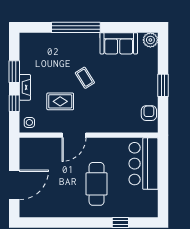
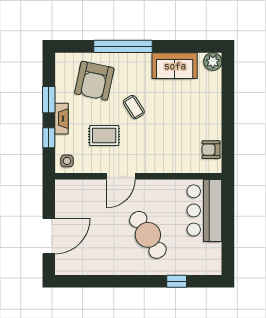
armchair: (52, 56) -> (94, 81), added
window: (163, 85) -> (228, 116), removed
armchair: (149, 113) -> (211, 150), turned -90
cafe table: (97, 184) -> (148, 235), turned -32

